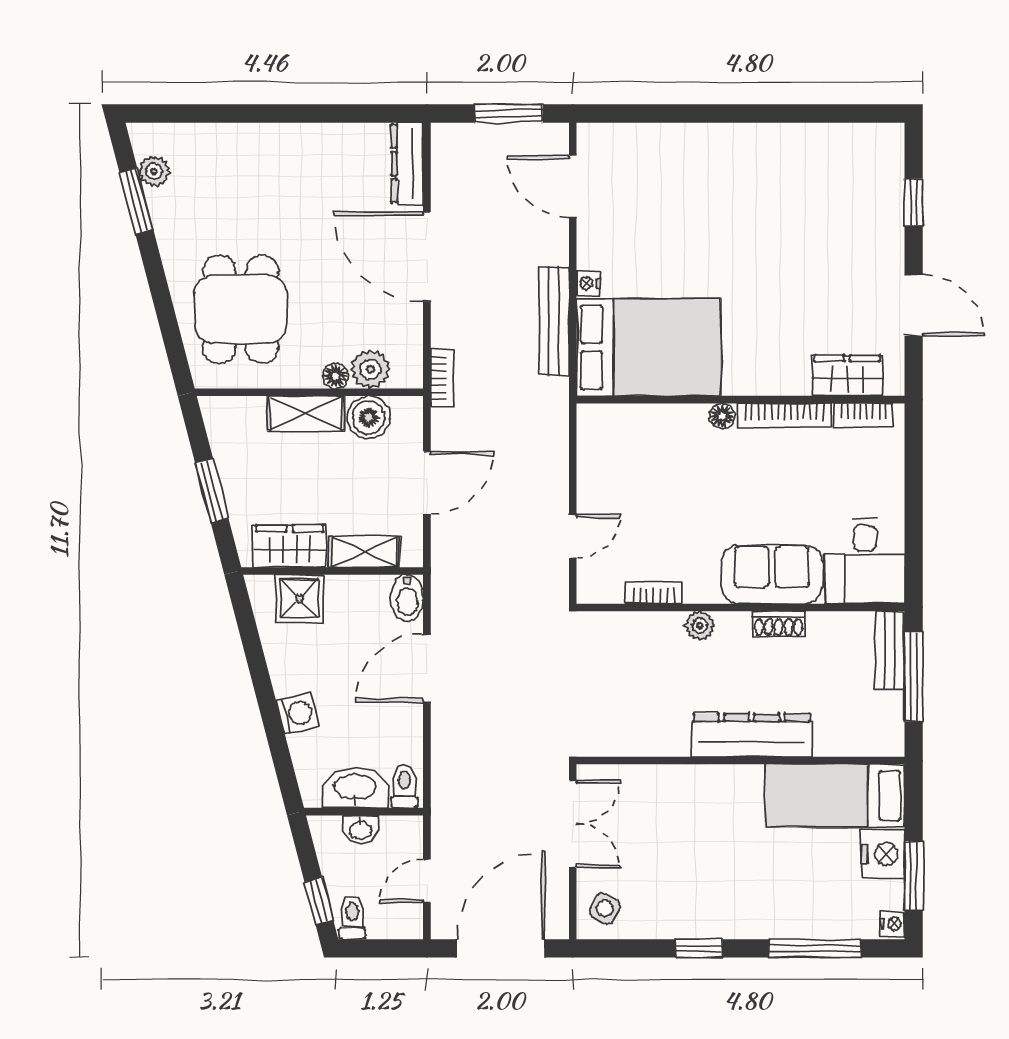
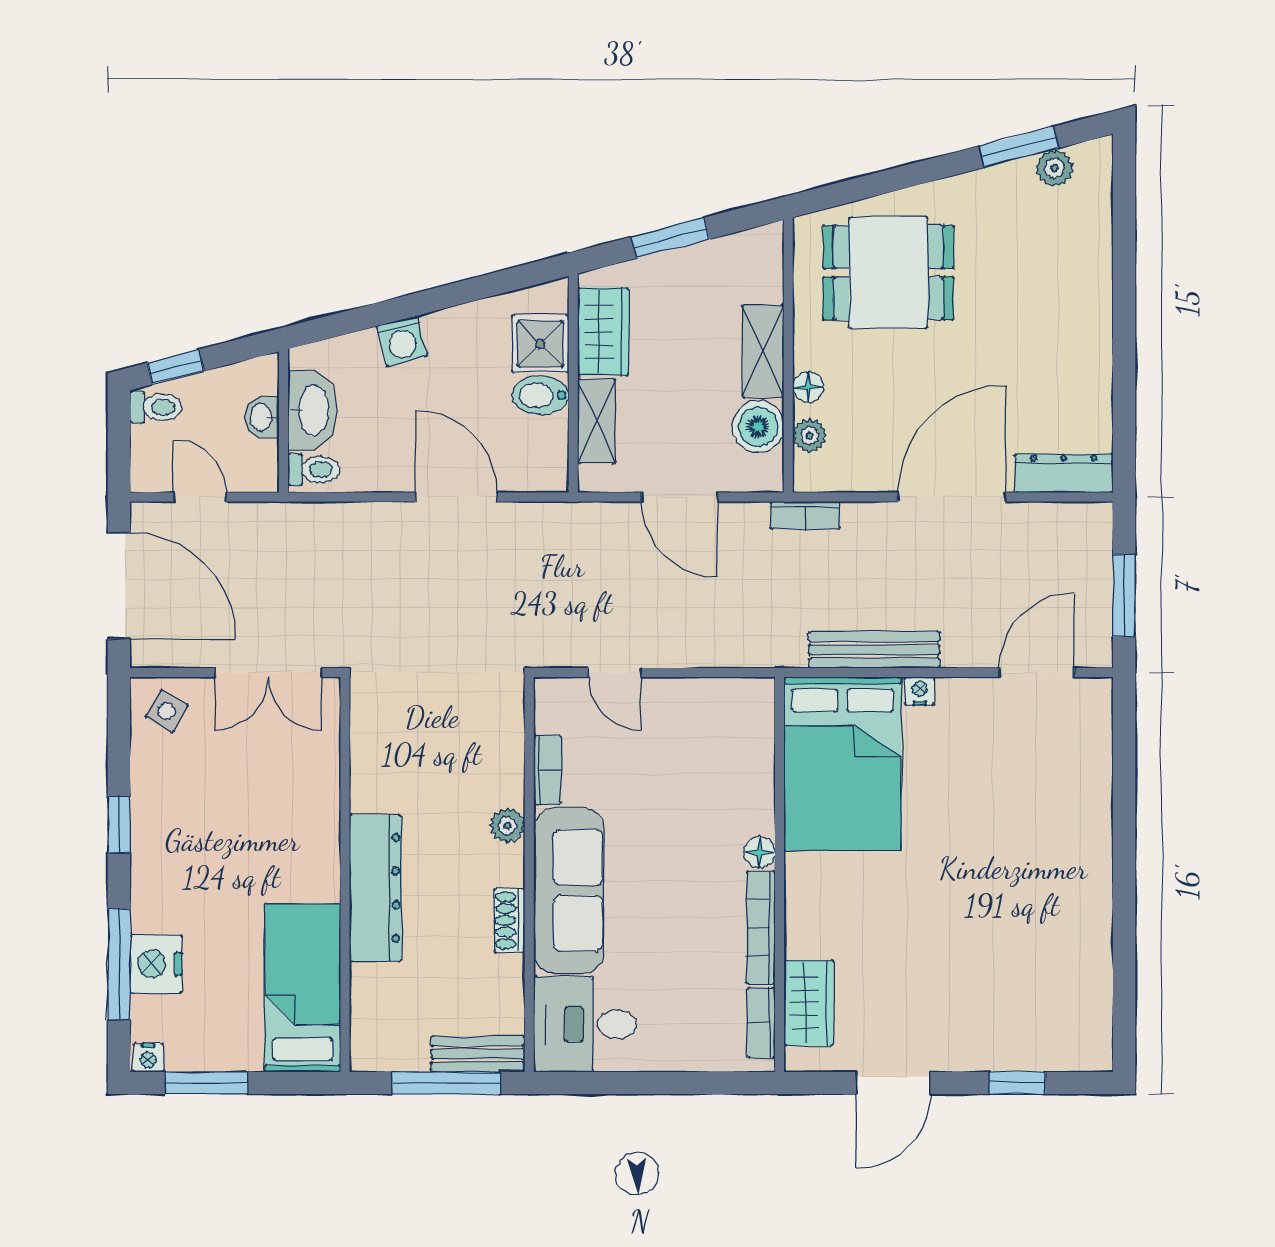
plant: (371, 369) -> (810, 435), width x0.73, depth x0.73
sofa: (772, 575) -> (569, 890), width x1.36
bidet: (407, 598) -> (541, 395), moved
nightstand: (883, 854) -> (156, 964), moved, turned 90

